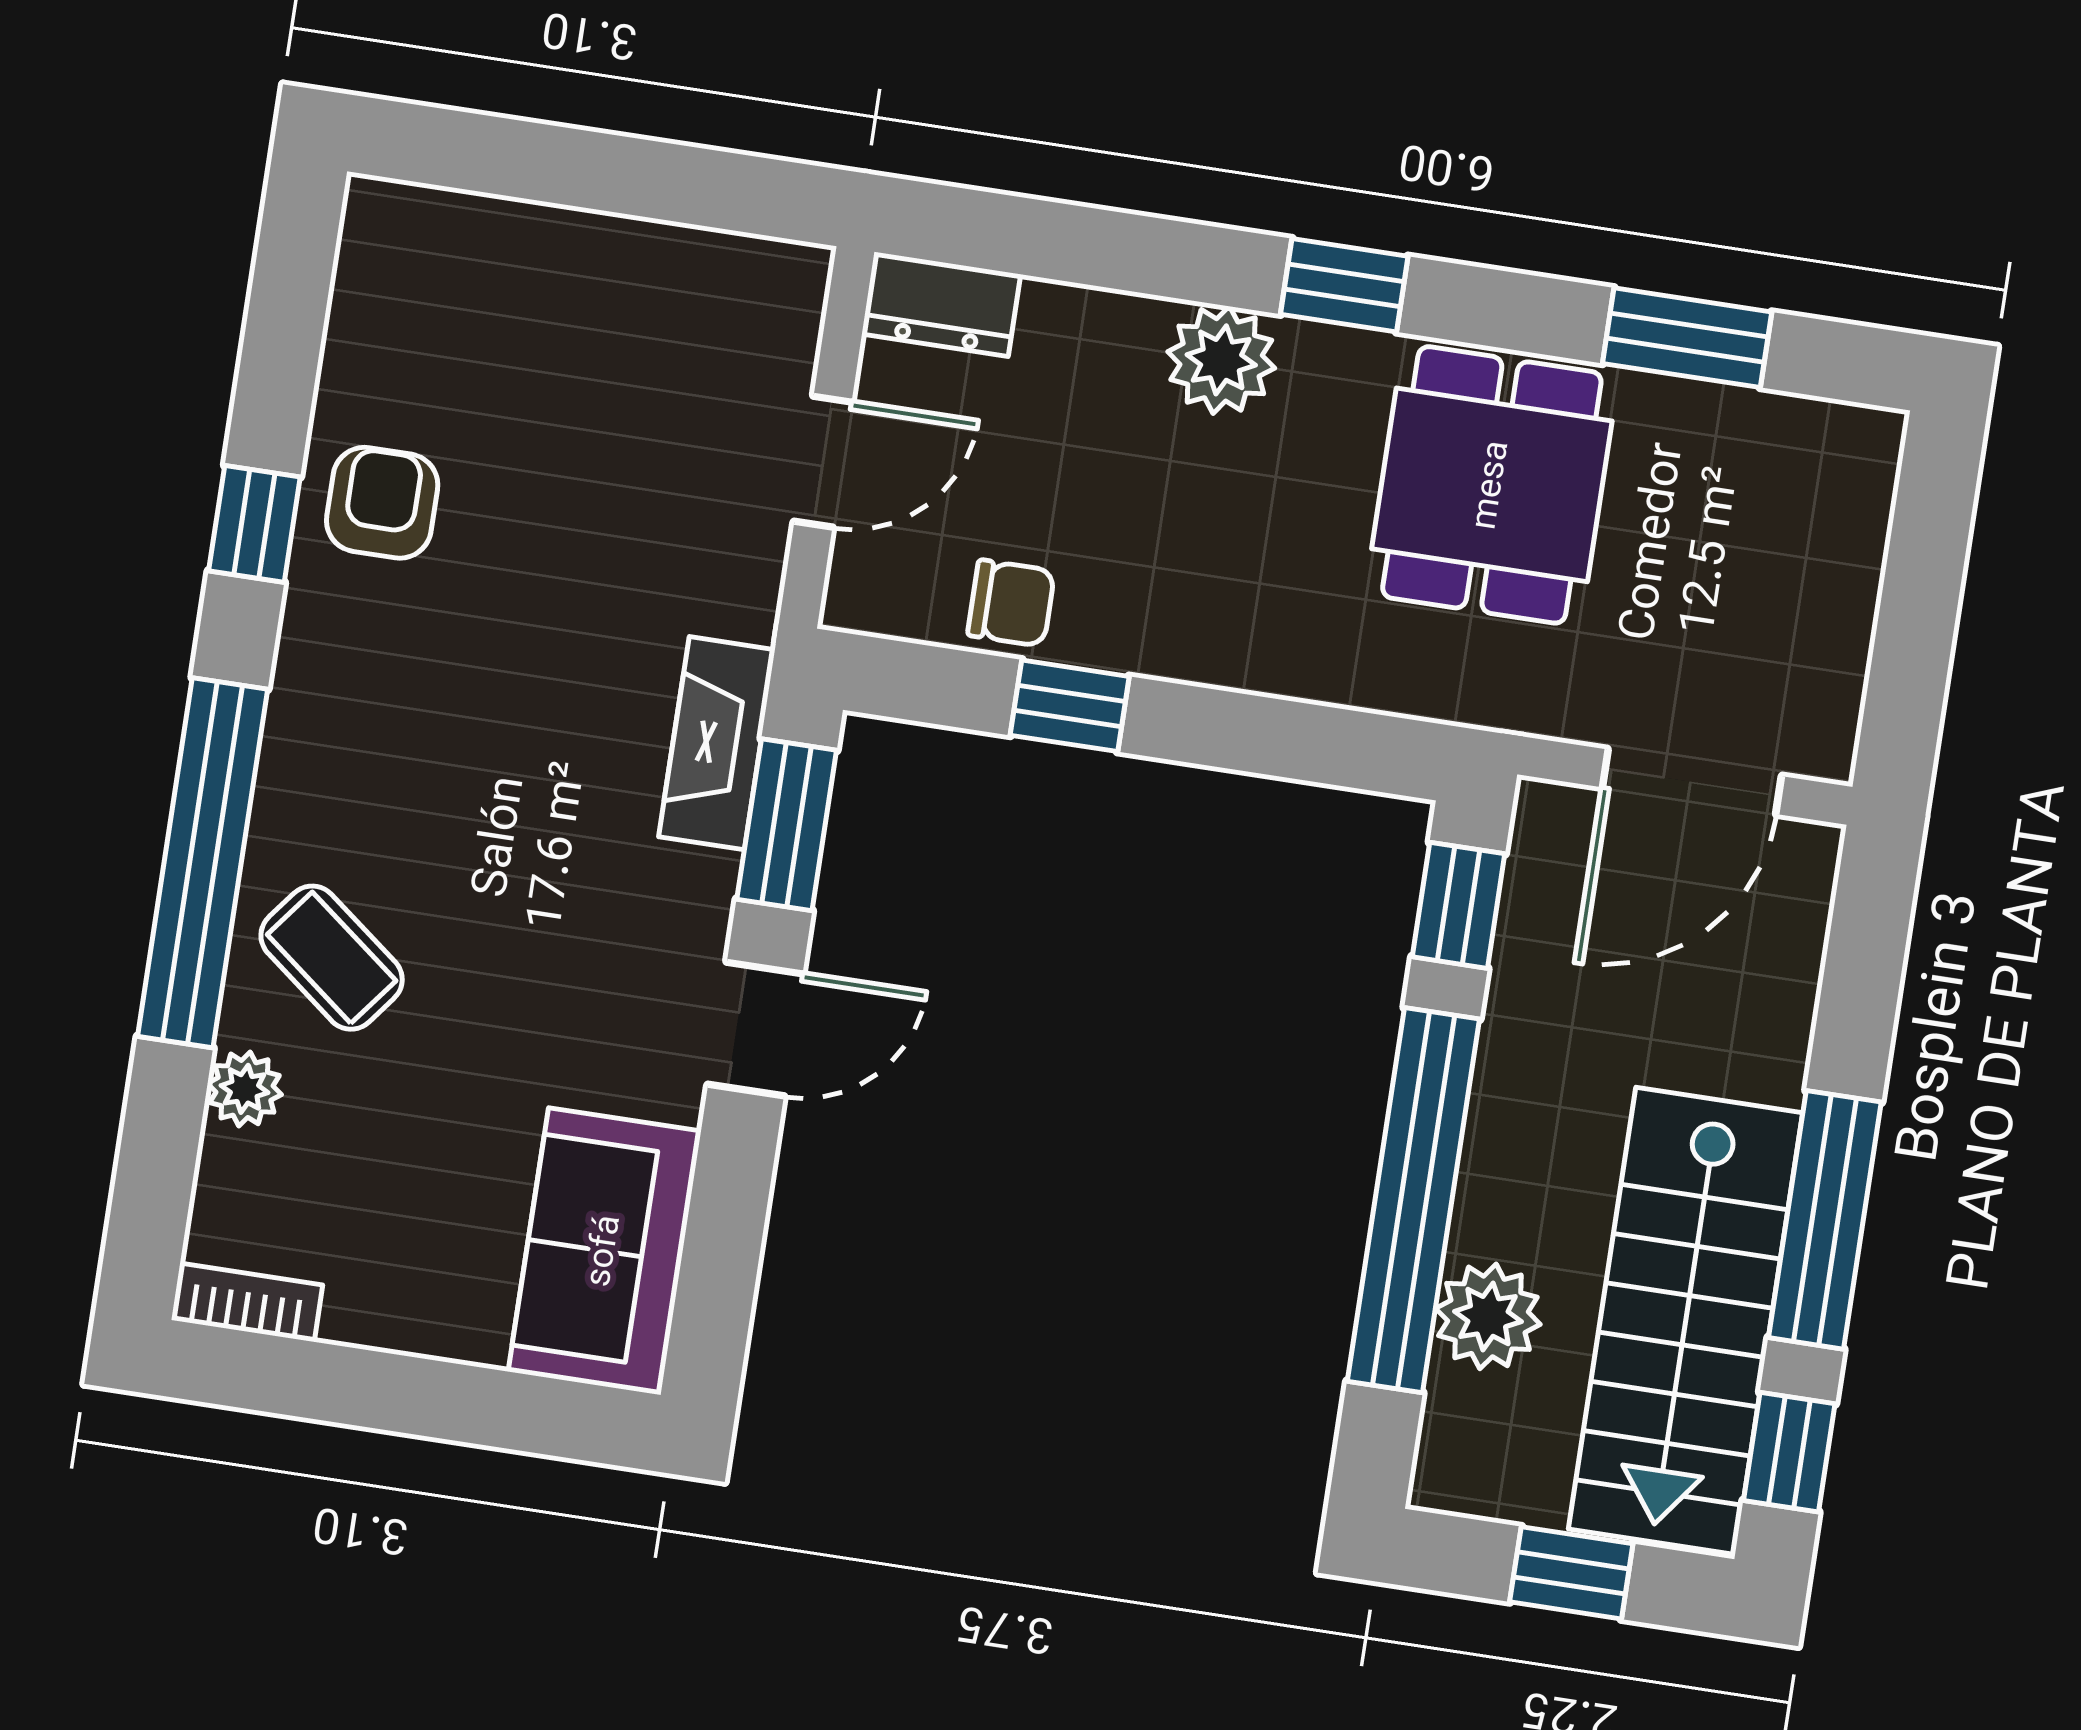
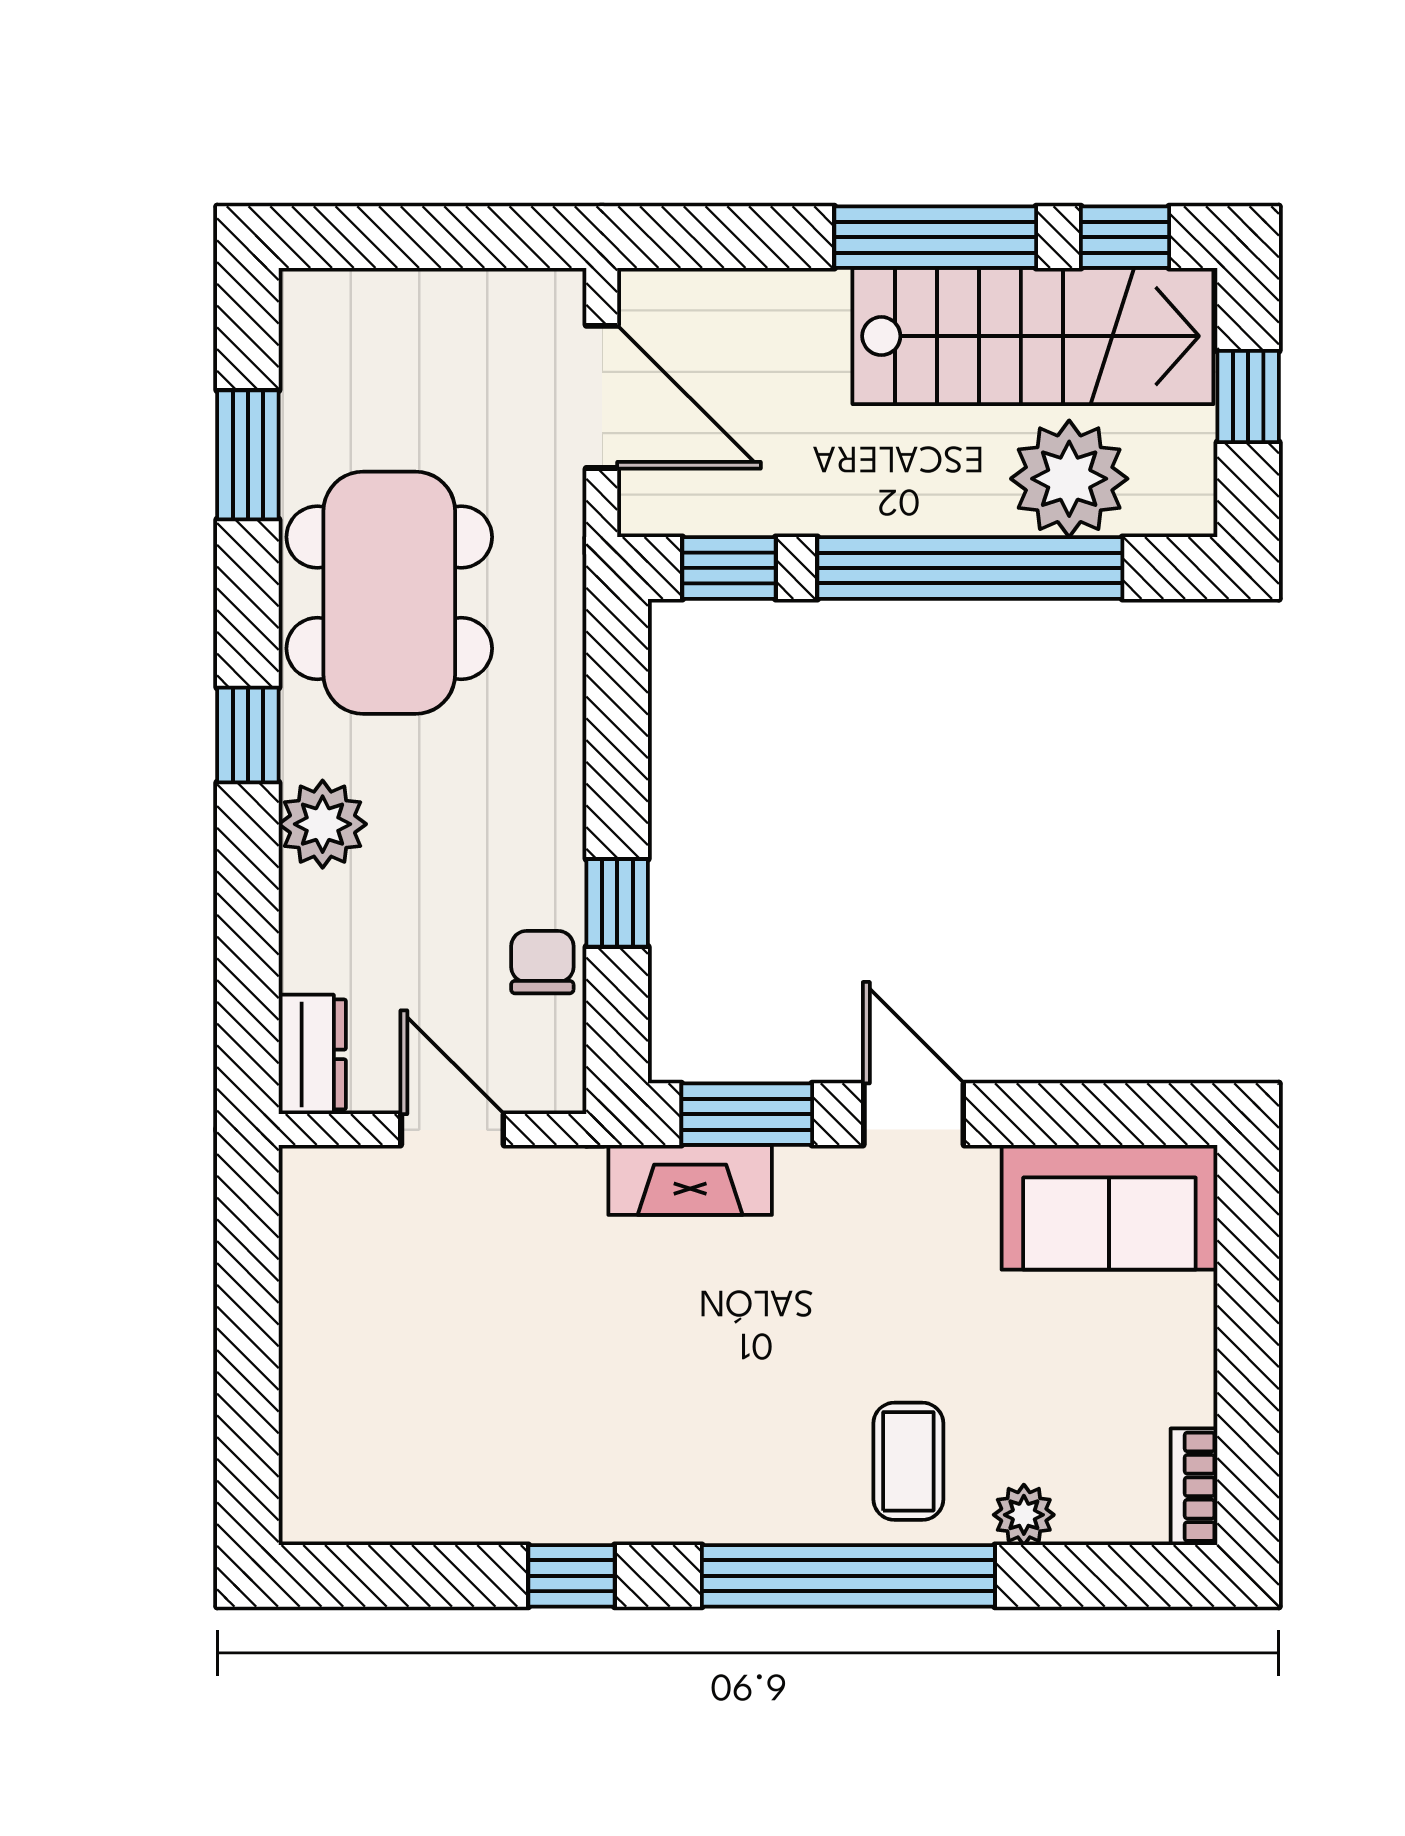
dining table: (1492, 485) -> (389, 593), width x1.38
armchair: (382, 503) -> (539, 1476), removed
coffee table: (332, 958) -> (908, 1461), turned -38
plant: (1488, 1316) -> (1069, 479), width x1.36, depth x1.36

